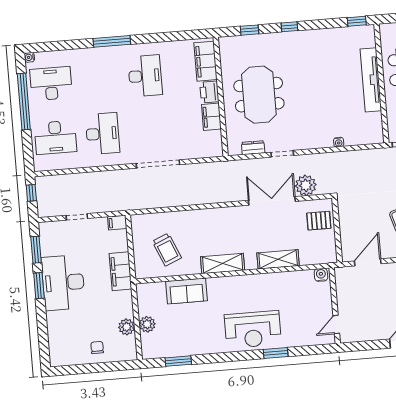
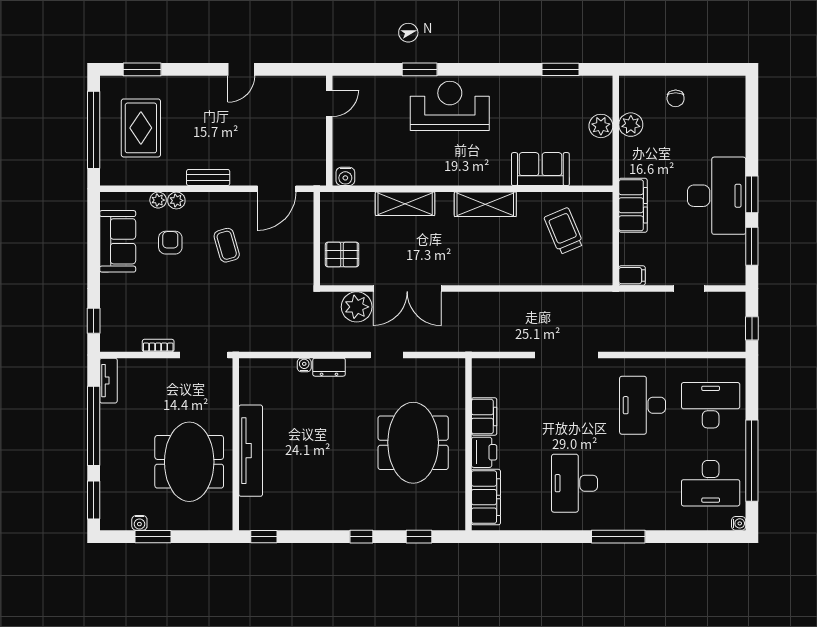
dresser: (253, 148) -> (329, 367), moved

